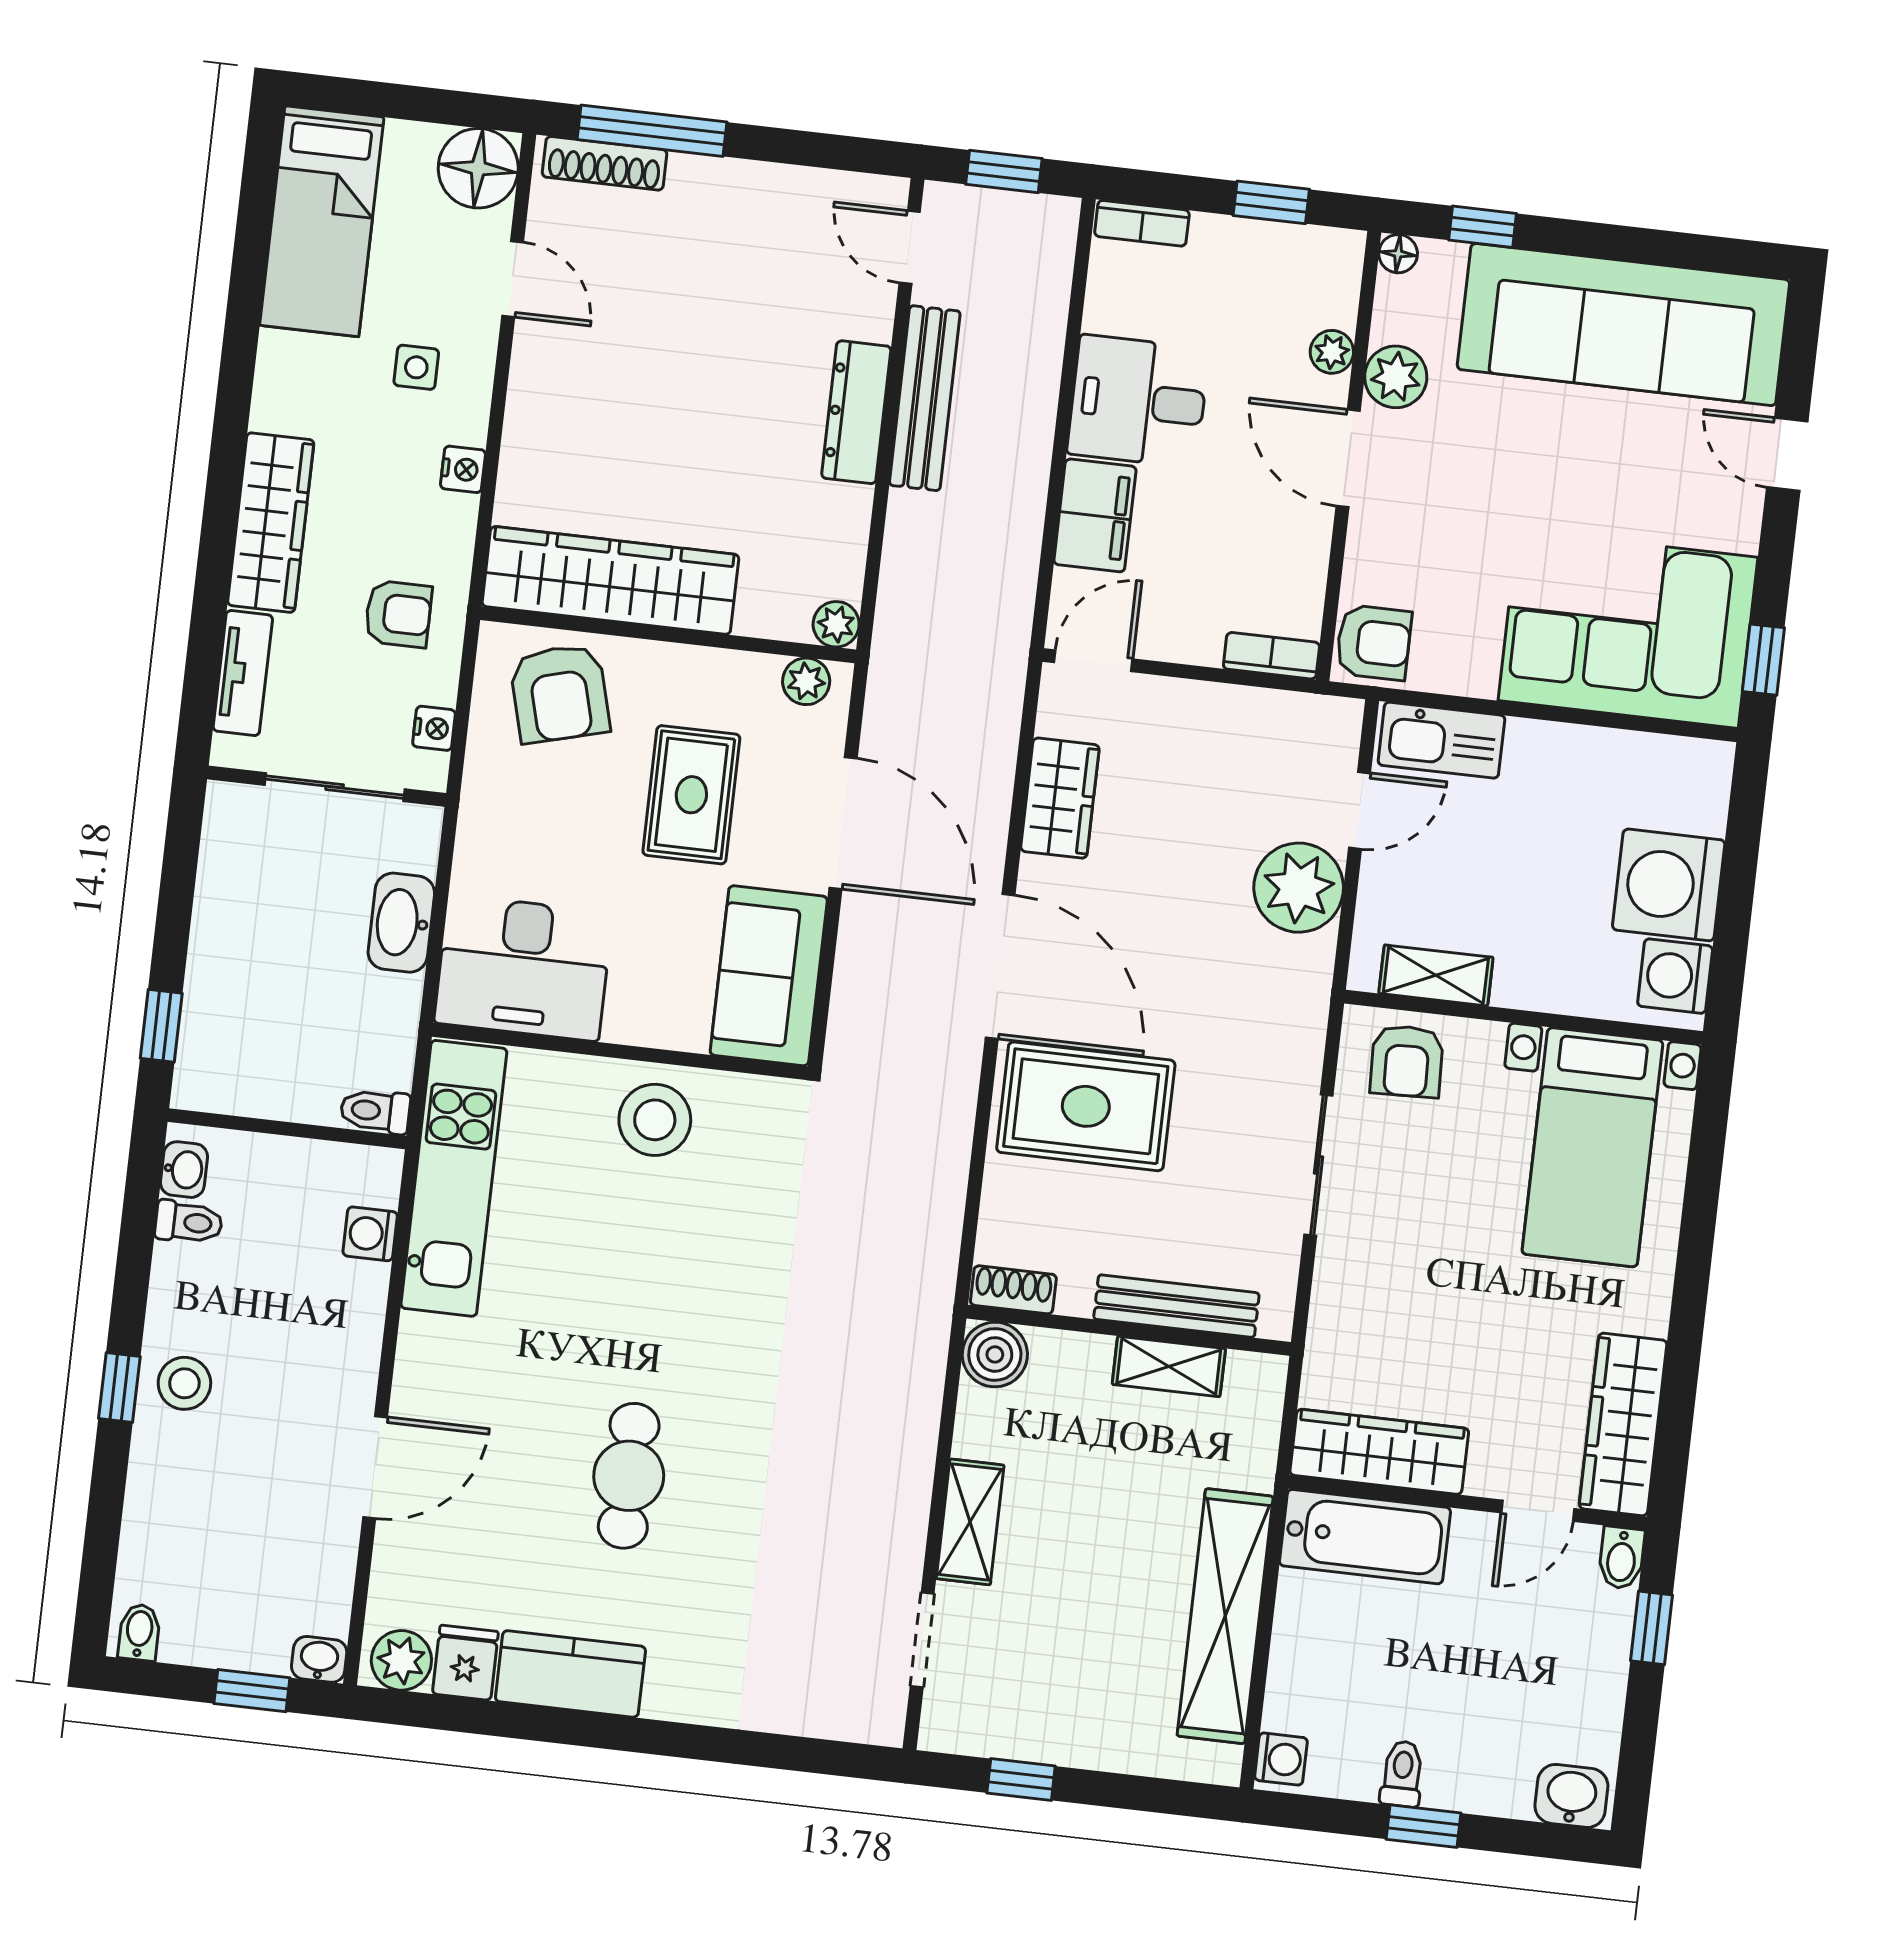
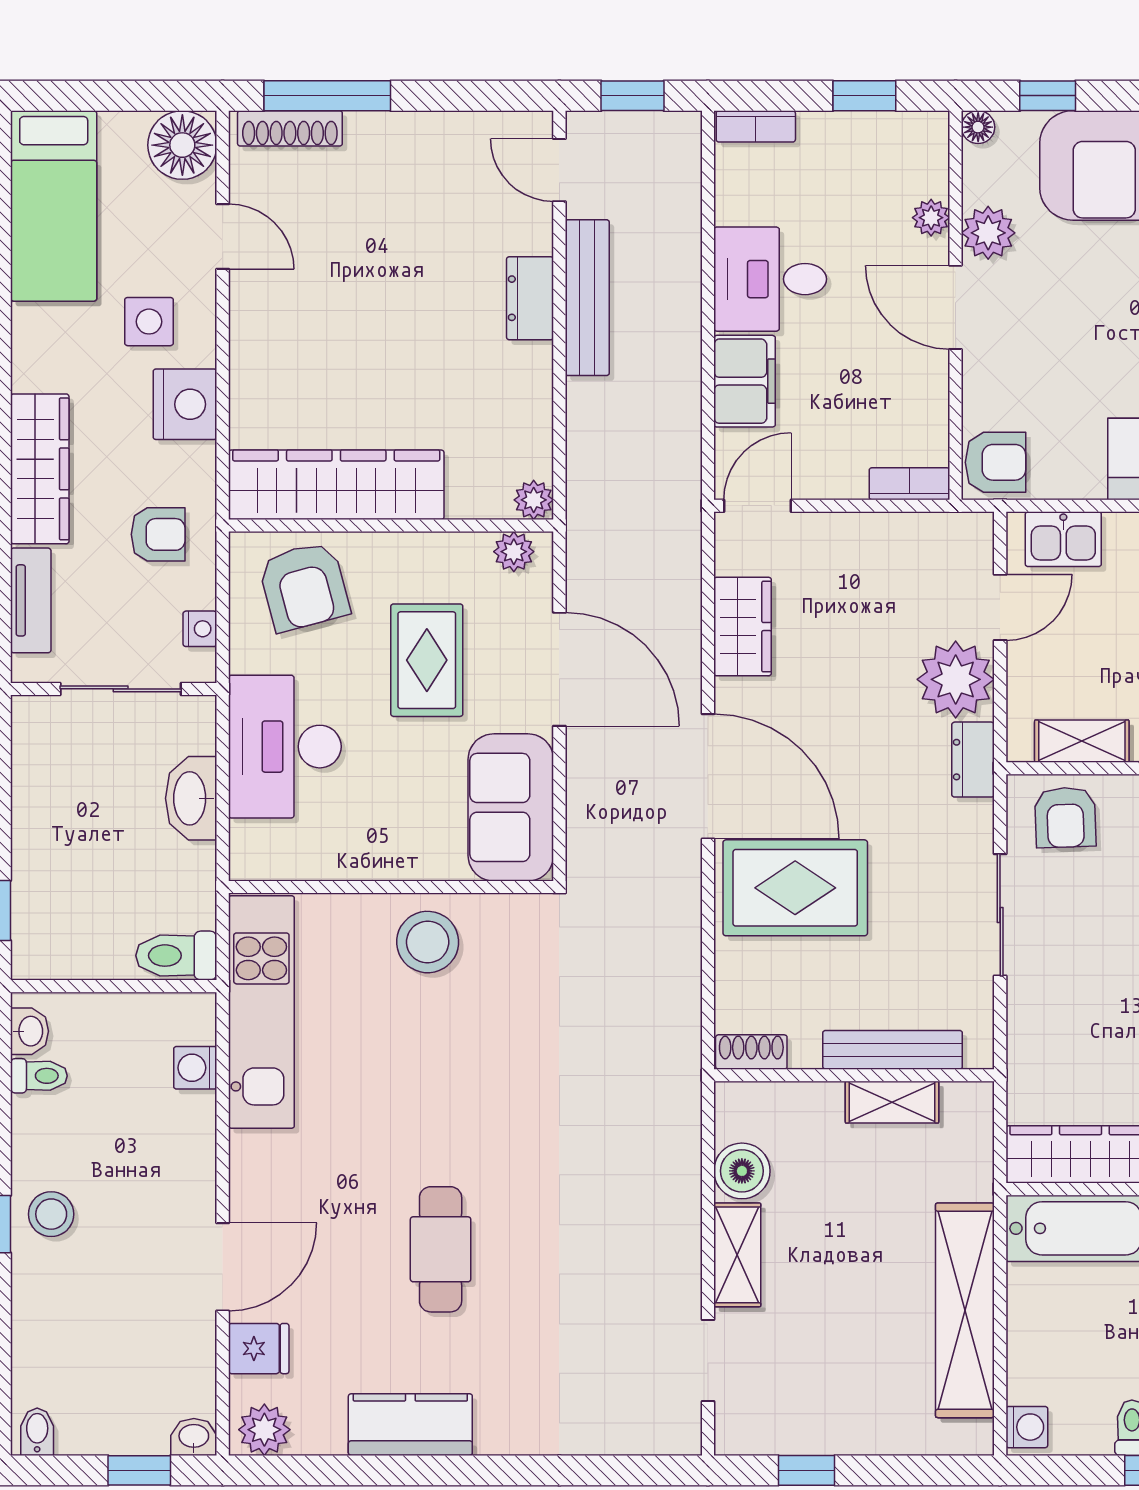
side table: (416, 367) -> (149, 322), width x1.37, depth x1.37
dresser: (856, 412) -> (530, 298), width x0.70
nightstand: (463, 469) -> (185, 404), width x1.89, depth x1.79
kitchen sink: (1441, 740) -> (1063, 539), width x0.73
desk: (523, 968) -> (285, 747), moved, turned 90
dresser: (1308, 982) -> (973, 760), added
toilet: (375, 1111) -> (176, 956), width x1.37, depth x1.39
boiler: (995, 1354) -> (742, 1171), moved
fridge: (465, 1663) -> (259, 1349), moved, turned 90

